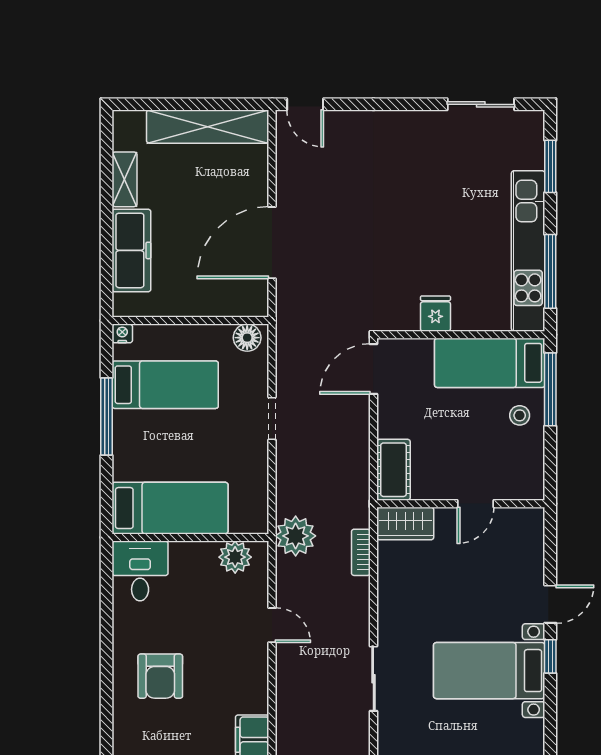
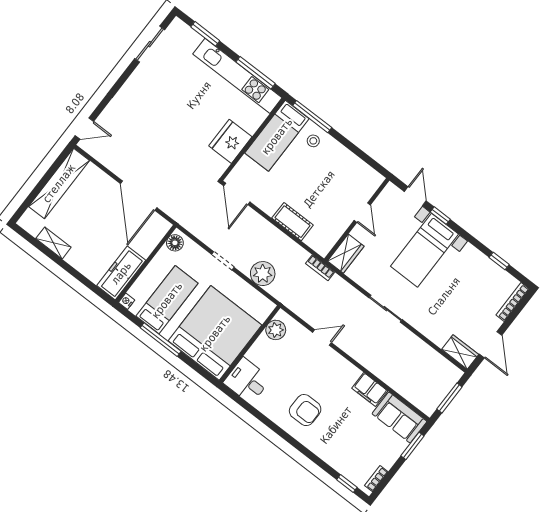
freezer: (131, 250) -> (121, 273), moved, turned -90
fridge: (435, 314) -> (230, 141), width x1.88, depth x1.34
wall: (461, 504) -> (357, 220), moved
door: (476, 504) -> (362, 213), moved
bed: (170, 508) -> (215, 333), width x2.04
wardrobe: (405, 523) -> (346, 254), moved
plant: (296, 536) -> (263, 274), moved

